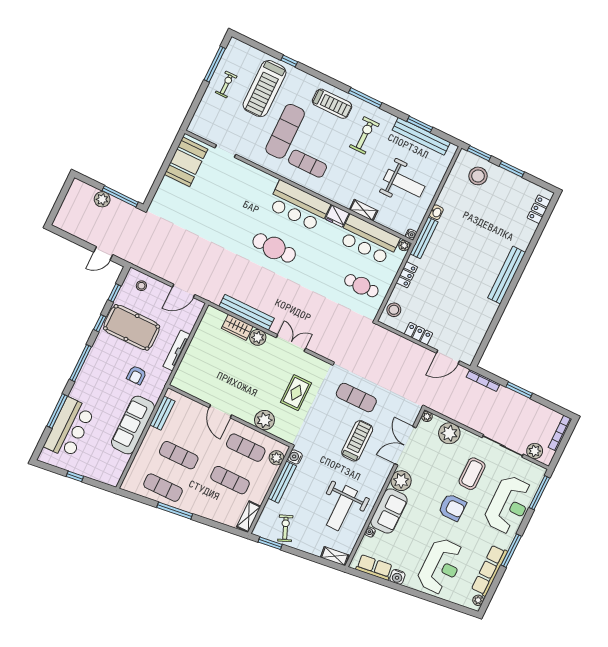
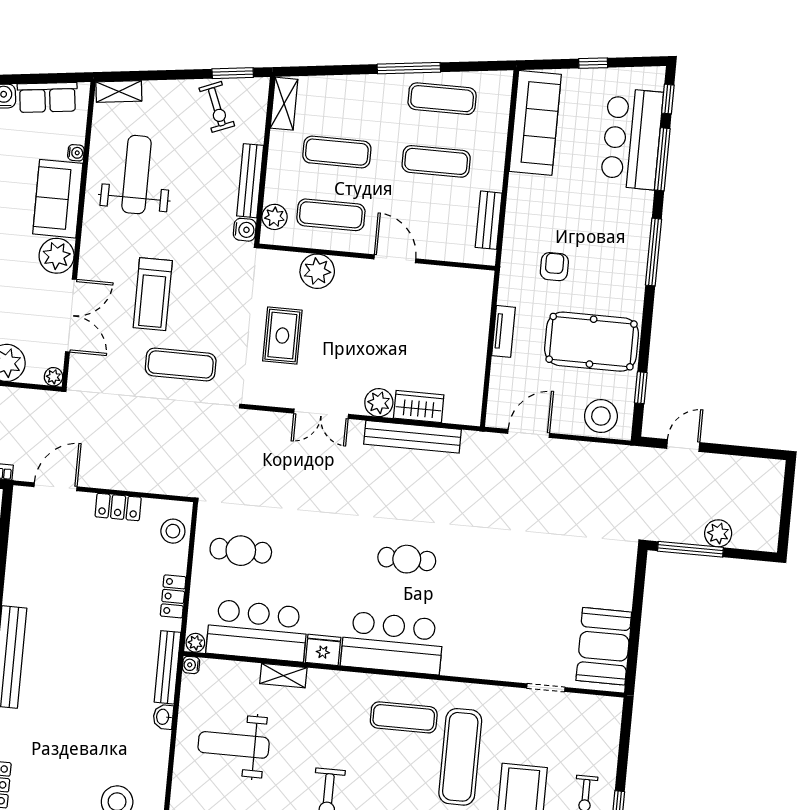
cafe table: (274, 248) -> (407, 559), width x0.73, depth x0.74
stool: (141, 286) -> (601, 416), width x1.89, depth x1.89
window: (100, 323) -> (668, 99), moved
tv unit: (177, 351) -> (504, 331), width x0.71
sofa: (133, 425) -> (535, 123), moved

